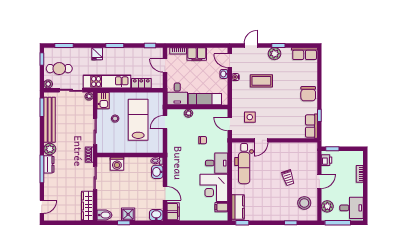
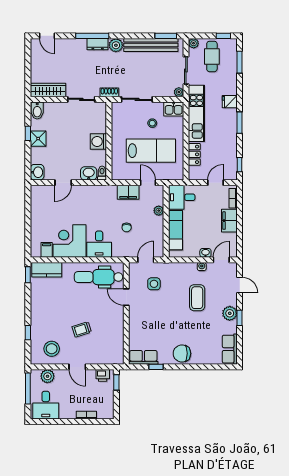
washing machine: (117, 164) -> (98, 142), moved
filing cabinet: (173, 212) -> (128, 192), moved

